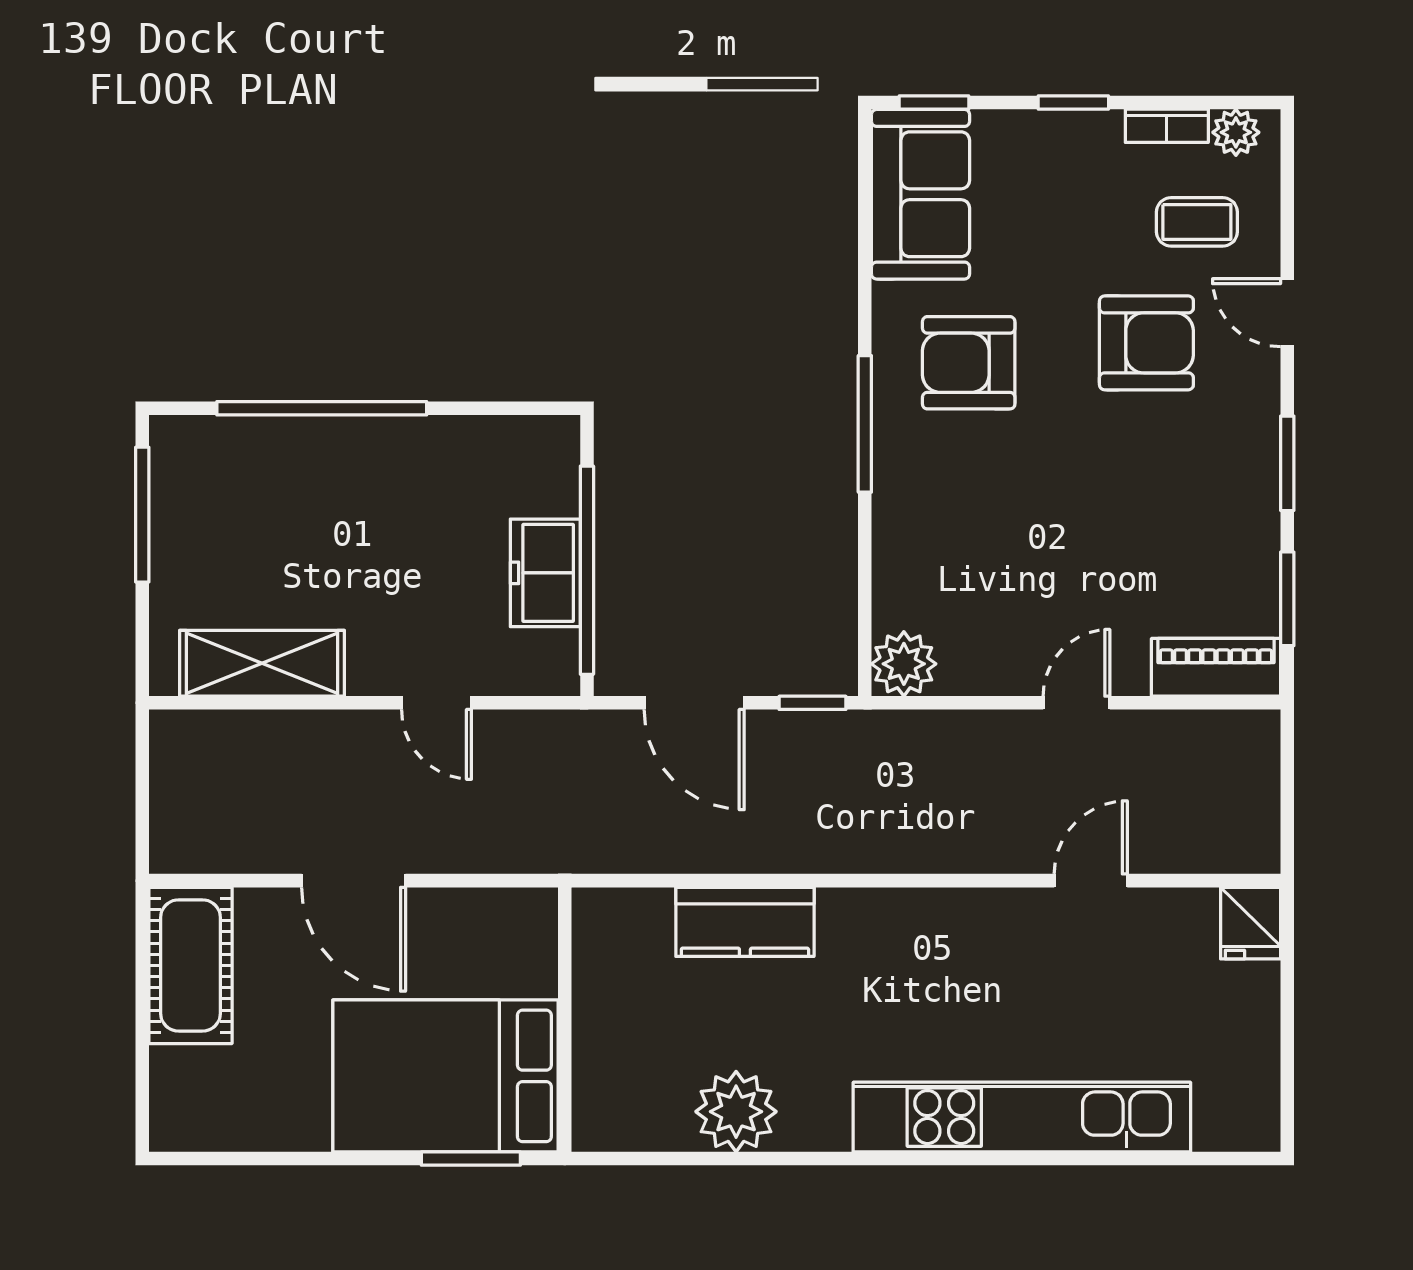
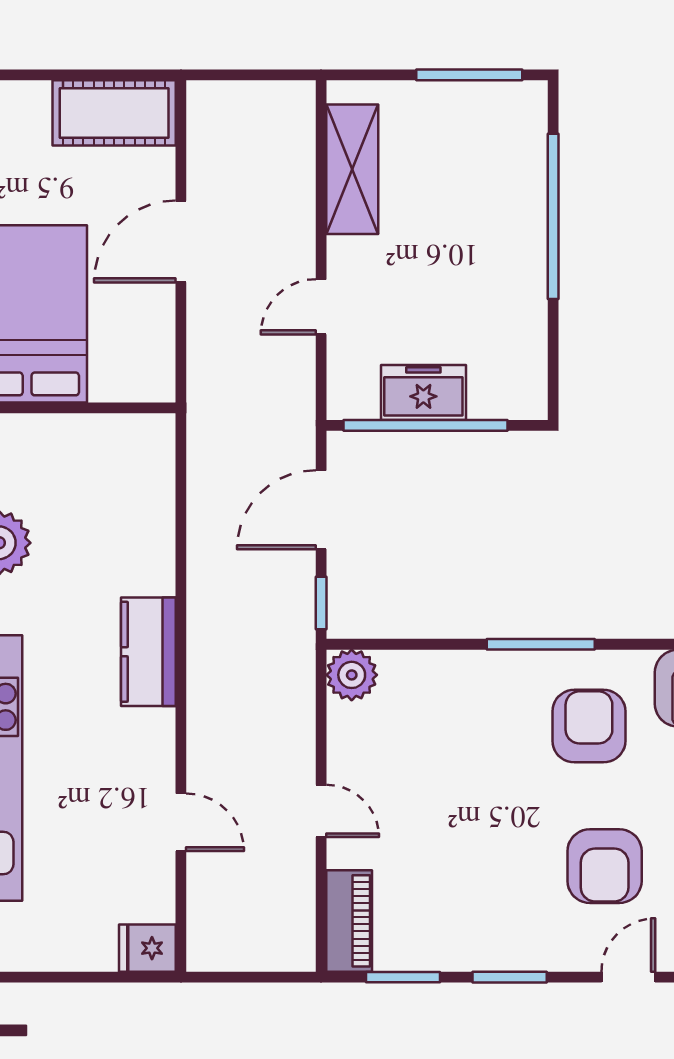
kitchen counter: (745, 922) -> (148, 652), moved

